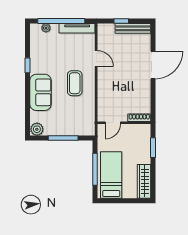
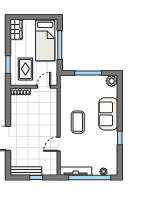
door: (96, 58) -> (59, 144), hinge flipped
rug: (133, 143) -> (25, 69), added
wardrobe: (144, 181) -> (16, 29), width x0.67

